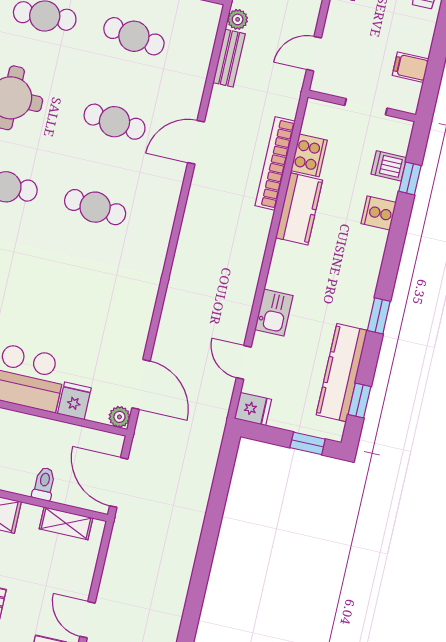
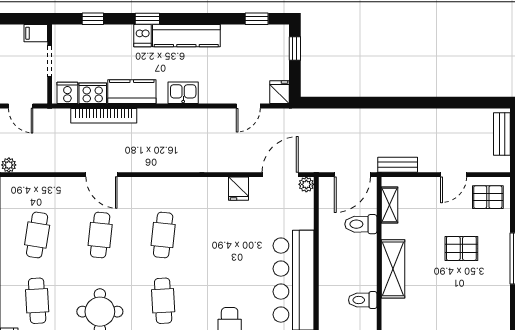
bench: (229, 58) -> (398, 165), moved
filing cabinet: (411, 67) -> (36, 33), moved, turned 90
dishwasher: (389, 166) -> (142, 36), moved
cooker: (379, 213) -> (67, 93), moved, turned 180
kitchen sink: (274, 313) -> (183, 93), moved
window: (379, 316) -> (147, 19), moved
kitchen counter: (342, 373) -> (186, 36), moved
fridge: (74, 401) -> (239, 189), moved, turned -90
toilet: (44, 484) -> (361, 224), width x1.37, depth x1.39

